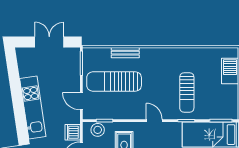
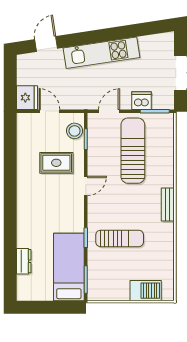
bench: (125, 53) -> (168, 204), moved
sun lounger: (187, 92) -> (120, 238), turned 180
door: (154, 121) -> (86, 186), moved
dishwasher: (73, 132) -> (142, 101), moved

